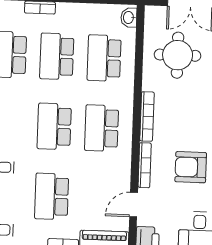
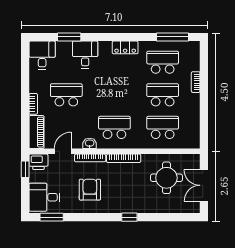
washbasin: (129, 18) -> (90, 143), moved
school desk: (54, 126) -> (114, 95), removed
door: (134, 205) -> (63, 151), hinge flipped

